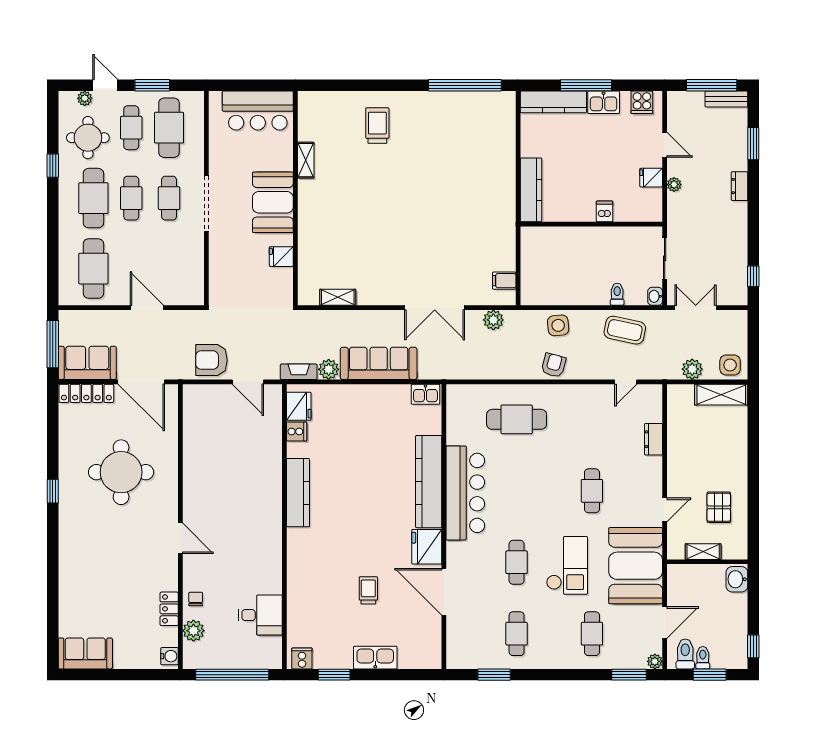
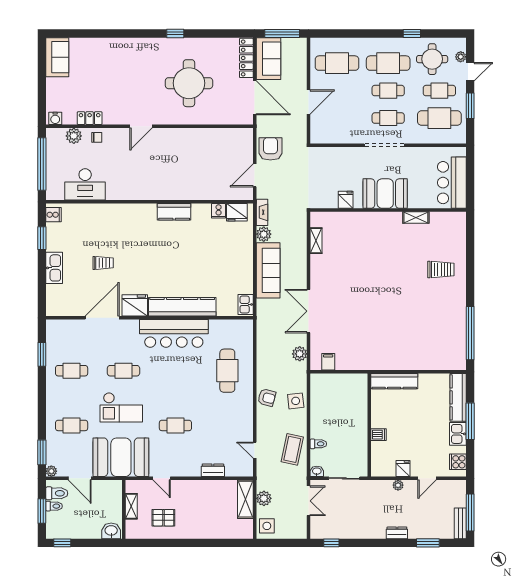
door: (141, 382) -> (255, 98), swing flipped
shelving: (721, 395) -> (245, 499), moved
kitchen counter: (298, 493) -> (174, 212), width x0.67
desk: (260, 615) -> (85, 184), width x1.37

